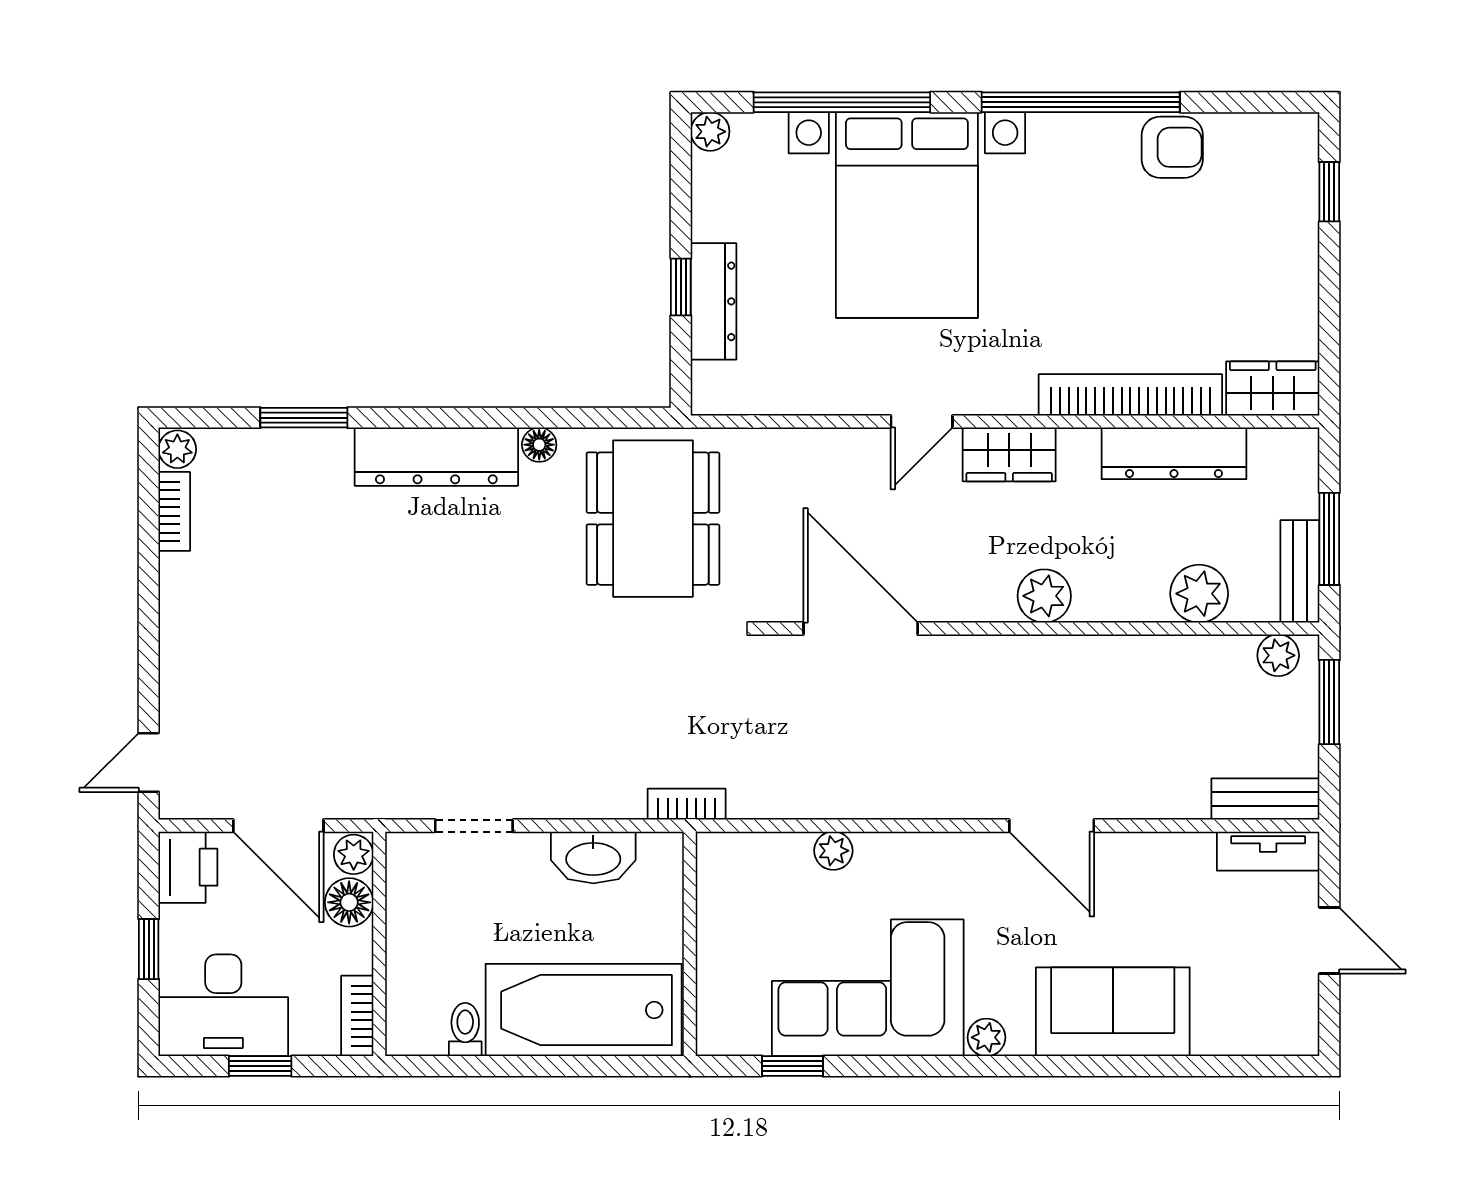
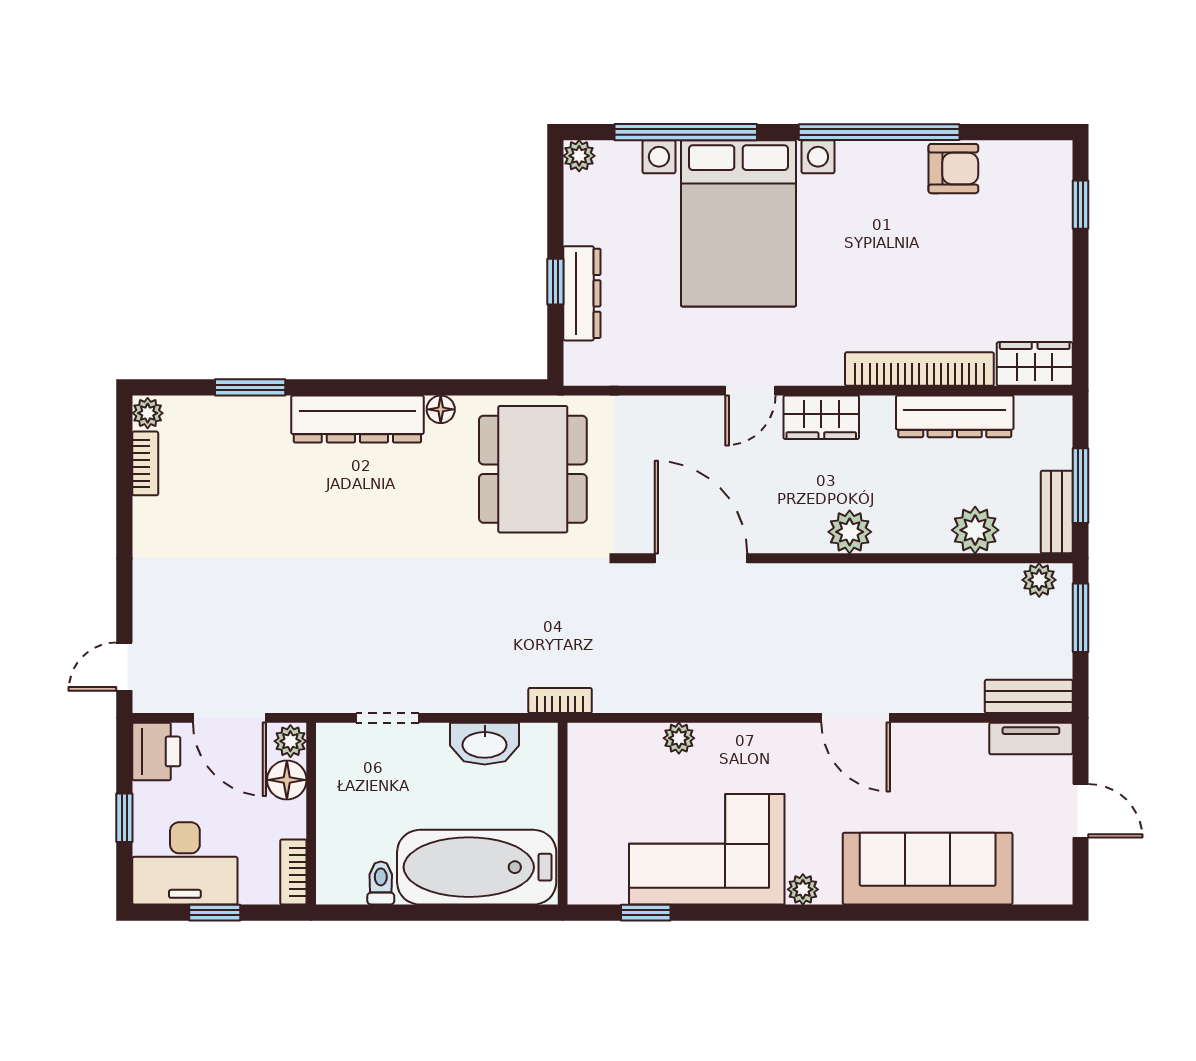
sofa: (1113, 1012) -> (928, 869), width x1.36

